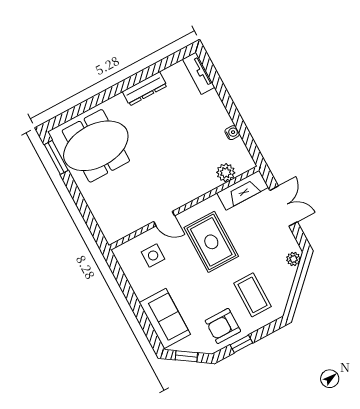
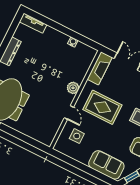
plant: (226, 173) -> (73, 88), moved
door: (164, 219) -> (69, 113), hinge flipped

